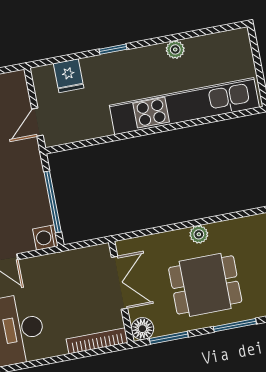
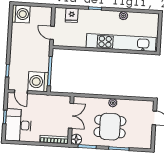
door: (37, 122) -> (52, 33), hinge flipped
washing machine: (45, 238) -> (38, 82), width x1.89, depth x1.89

